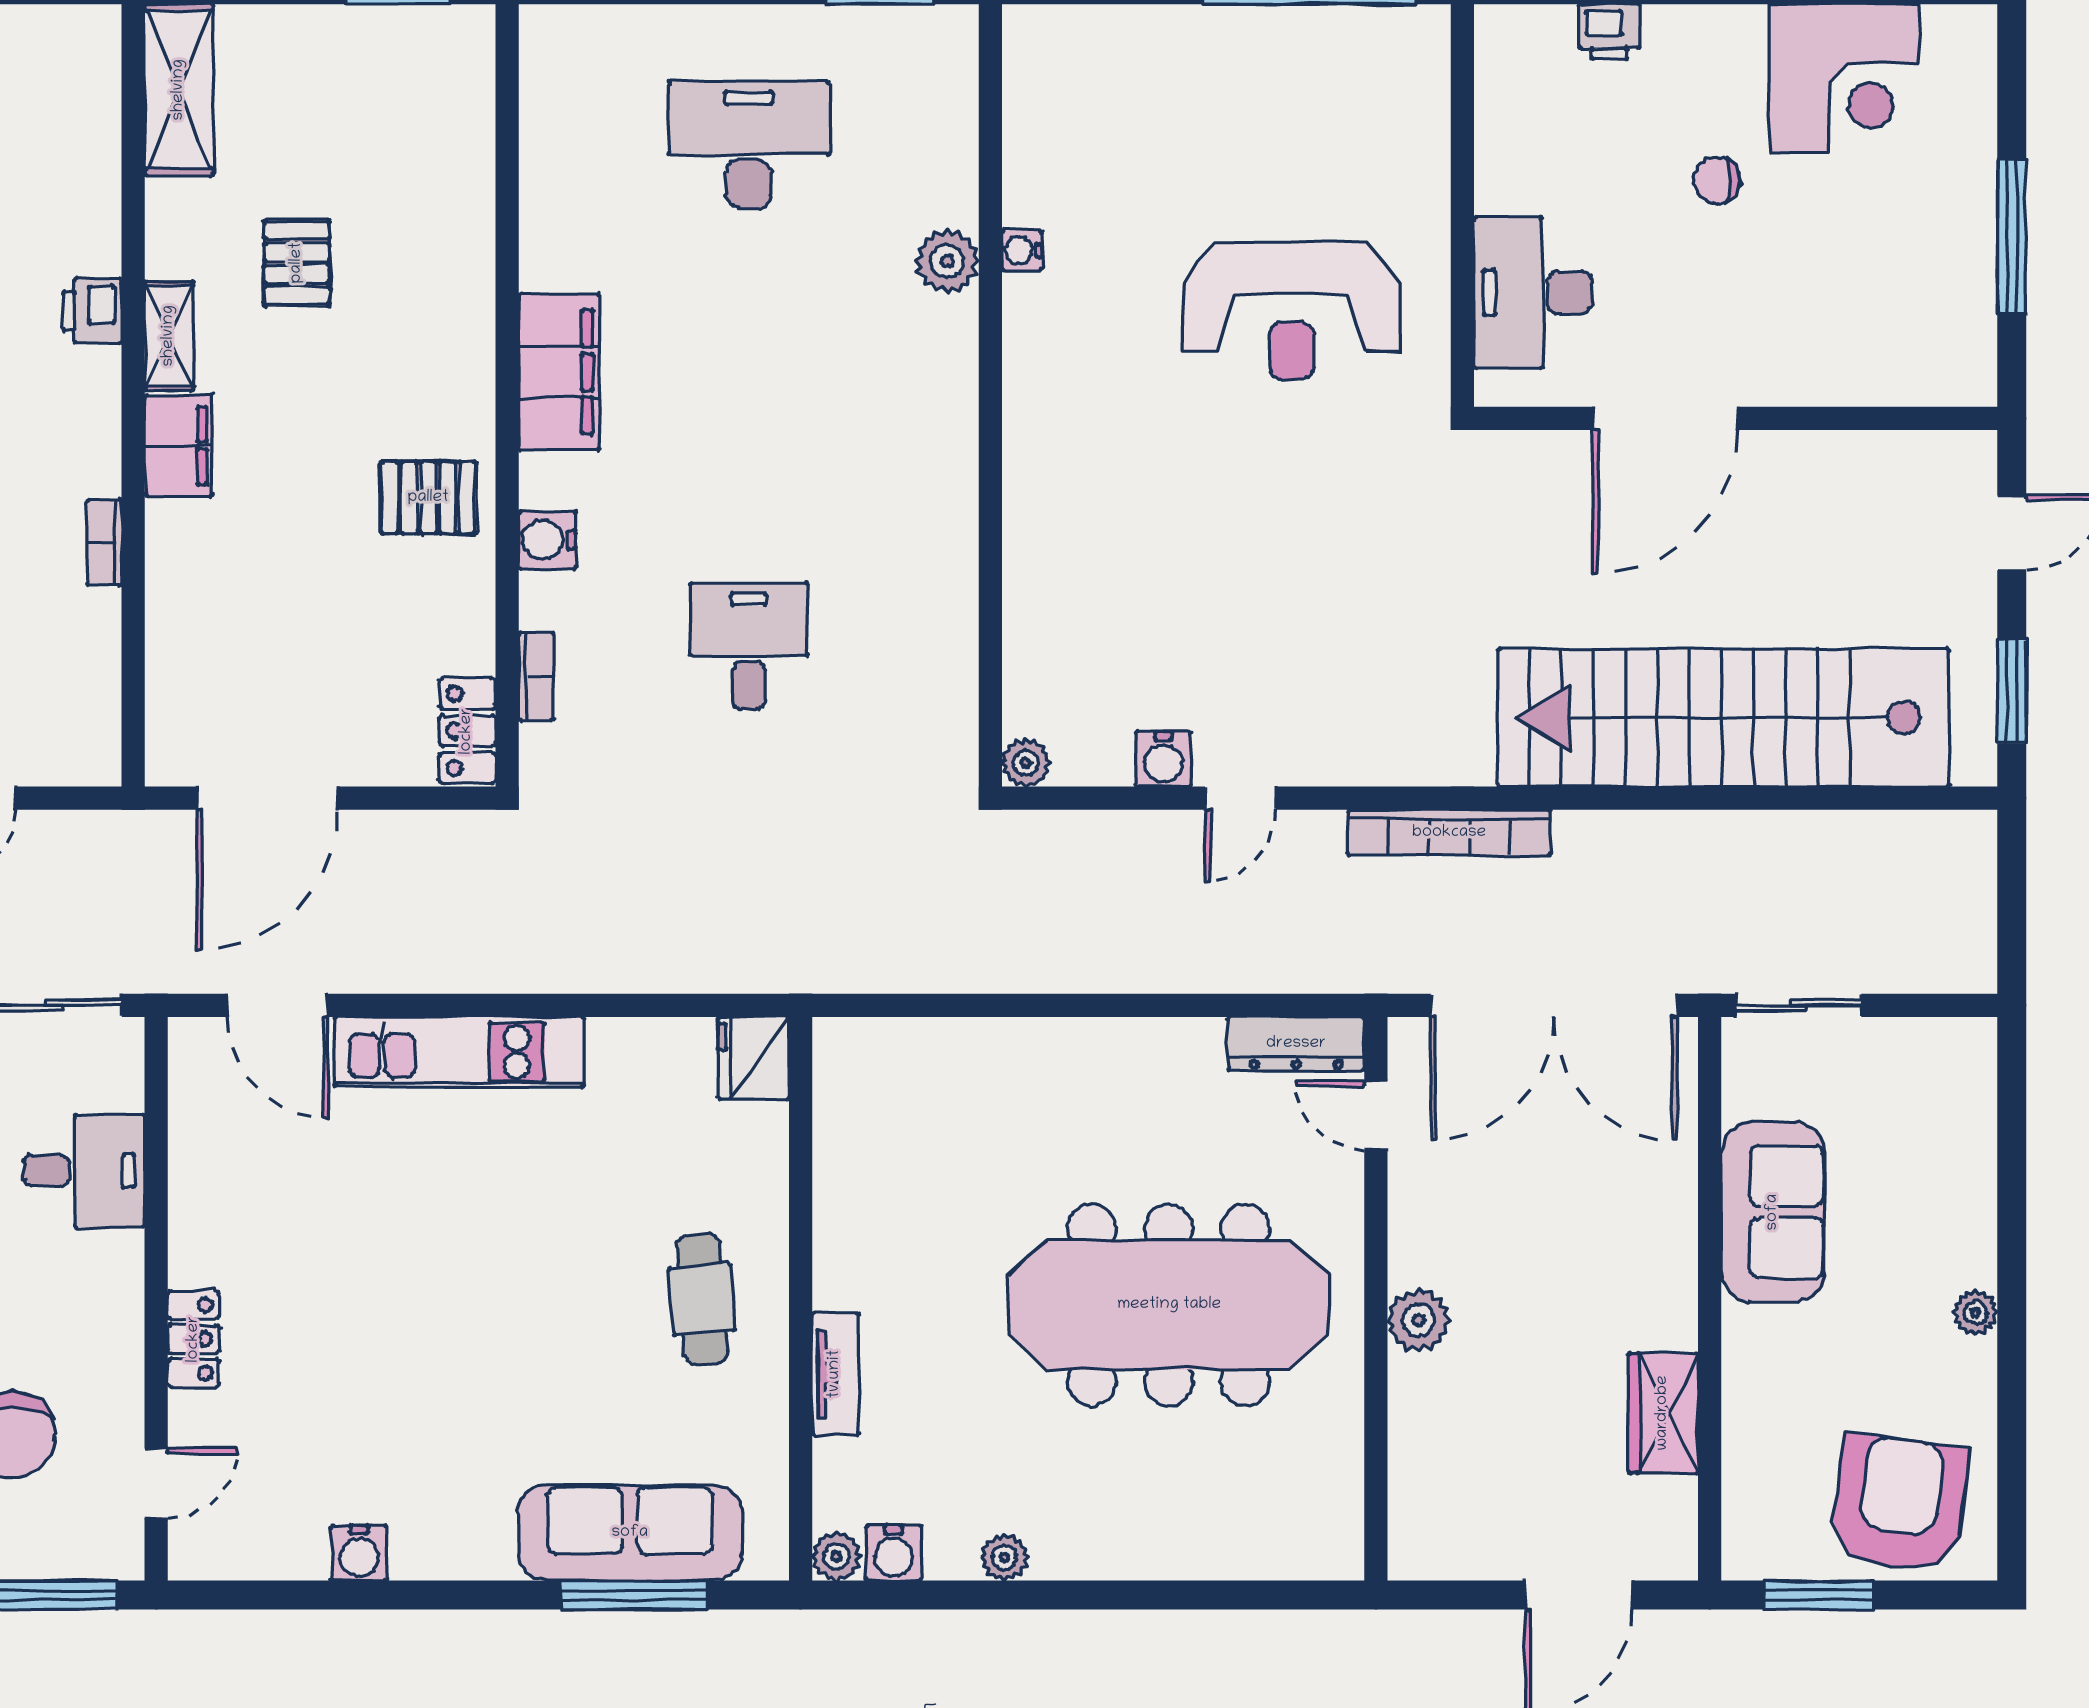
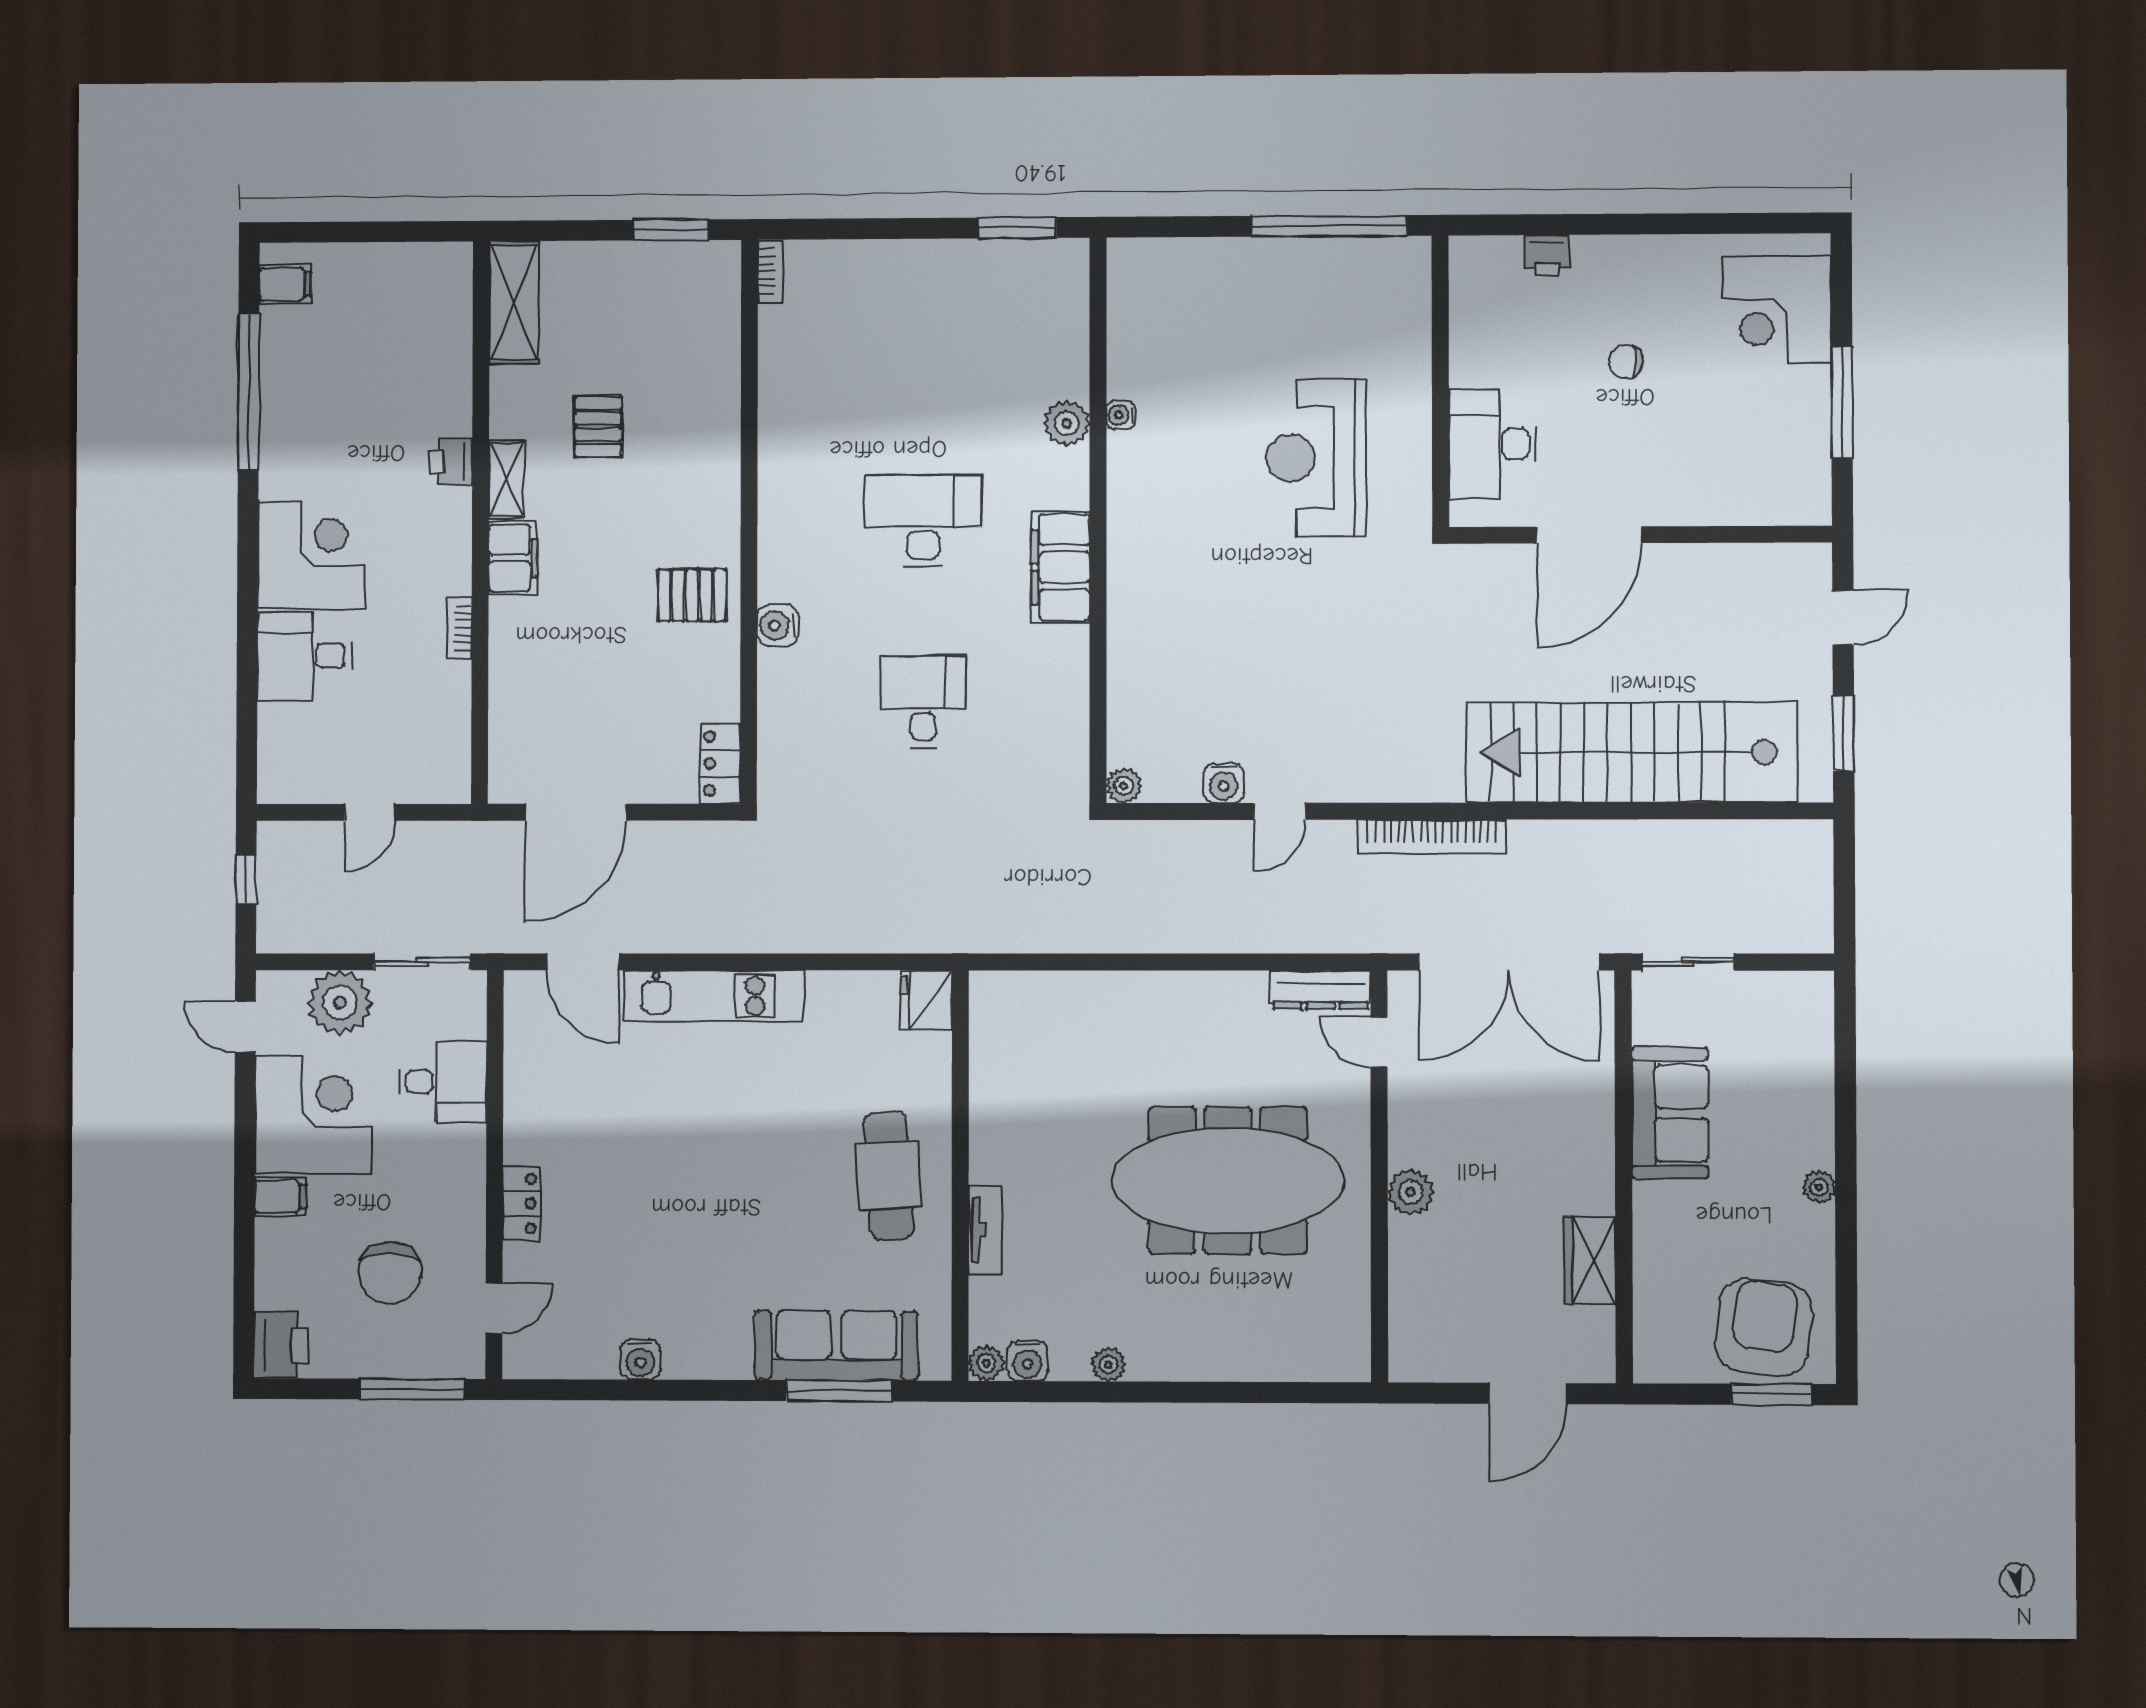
corner desk: (1844, 78) -> (1776, 309), moved, turned 90
desk: (749, 145) -> (923, 521), moved
reception desk: (1291, 311) -> (1316, 458), turned 90
filing cabinet: (559, 372) -> (1060, 567), moved, turned 180
bookcase: (536, 677) -> (770, 271), moved
cafe table: (702, 1299) -> (889, 1176), width x1.37, depth x1.35
window: (1819, 1595) -> (1772, 1394), moved

